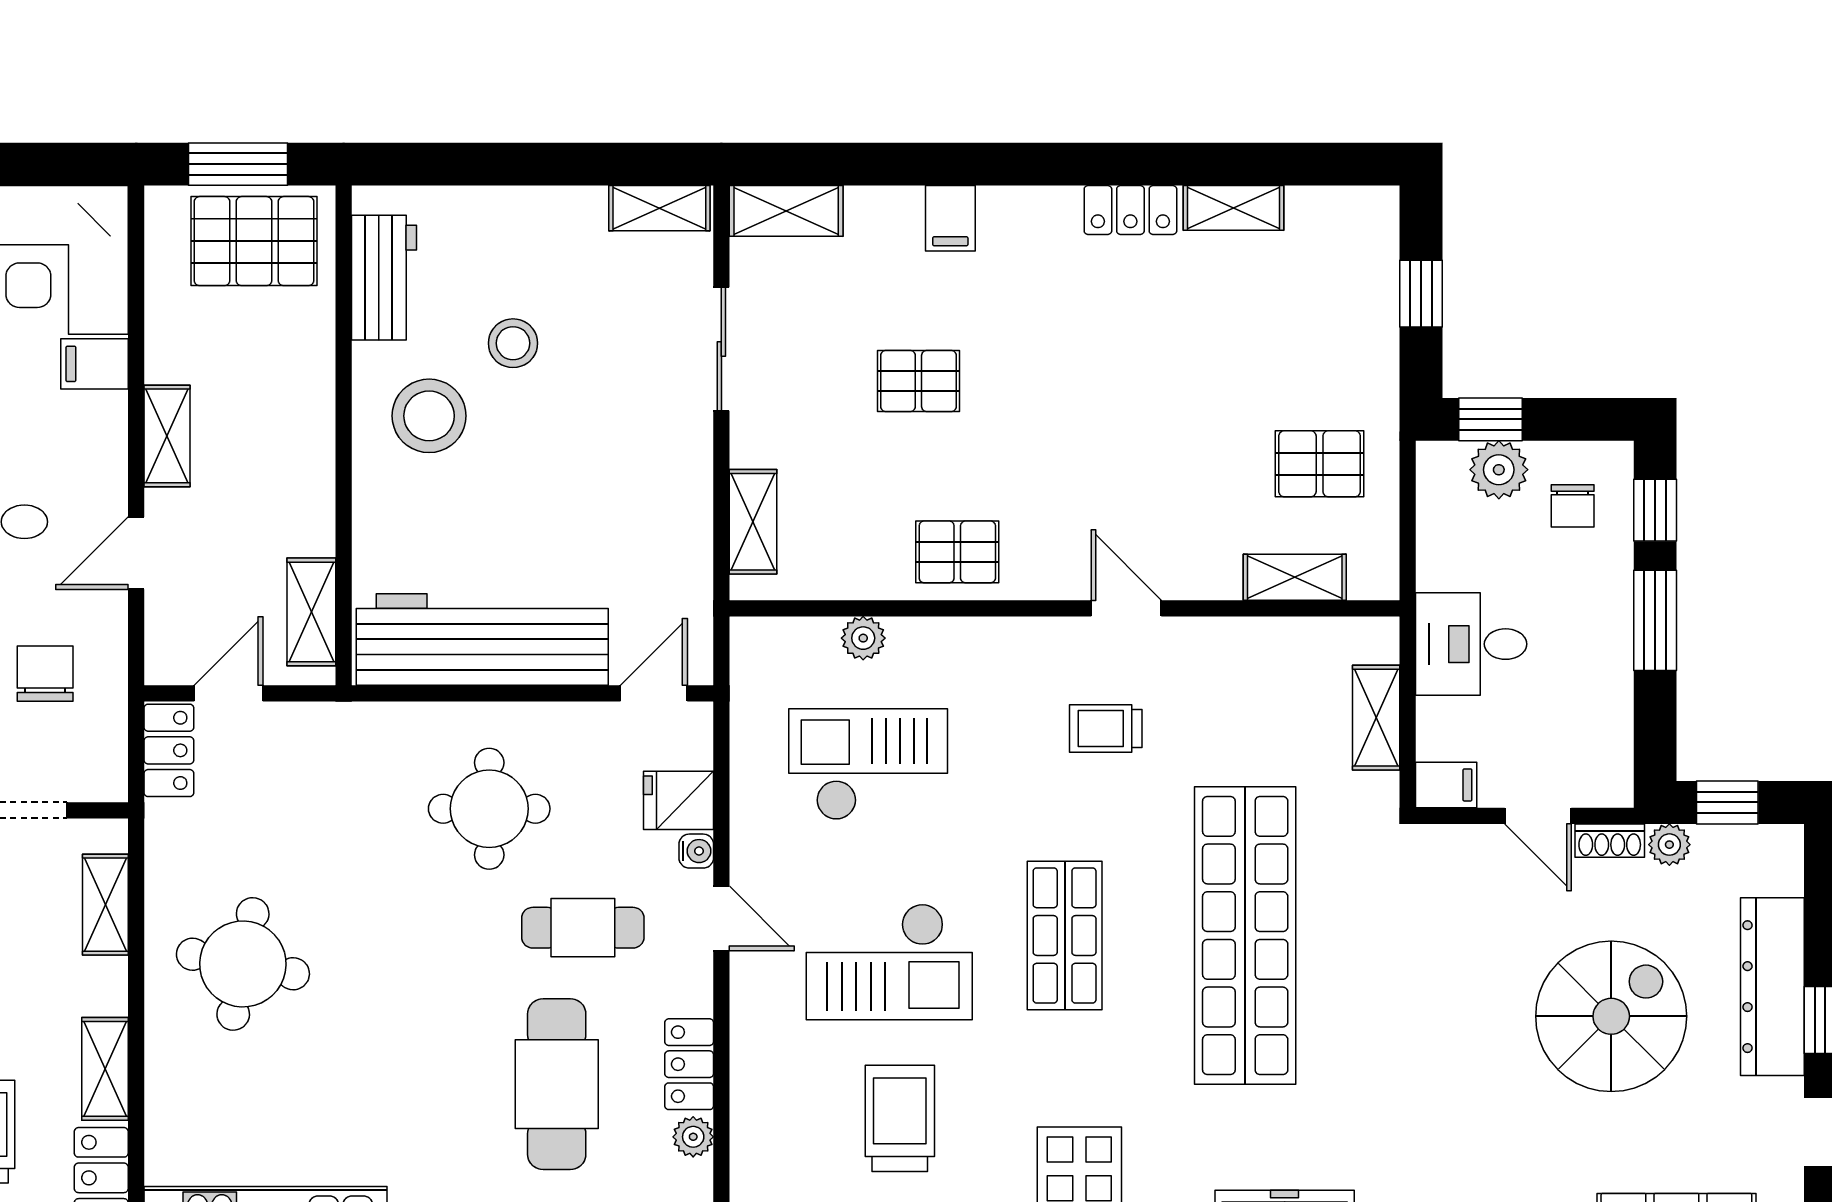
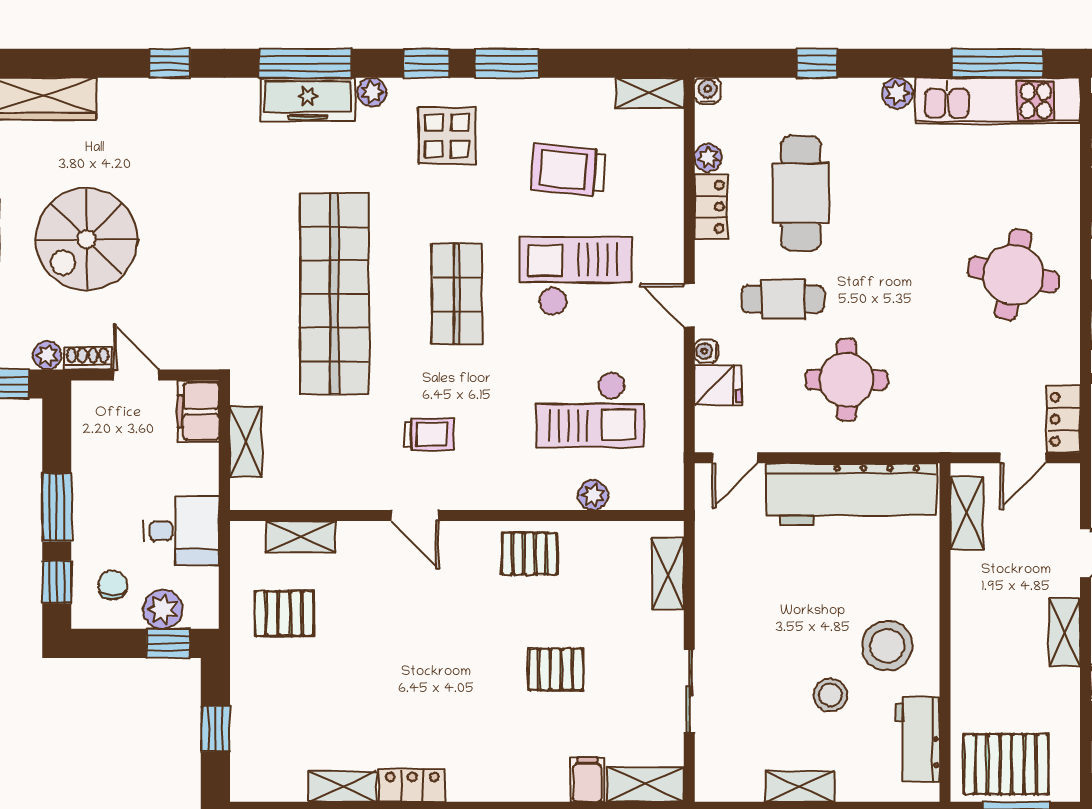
shelving: (659, 208) -> (800, 787), moved
filing cabinet: (950, 218) -> (587, 780), moved
desk: (1471, 644) -> (181, 531), moved
filing cabinet: (1446, 785) -> (198, 411), width x2.00
trolley: (900, 1118) -> (568, 170), turned 95

